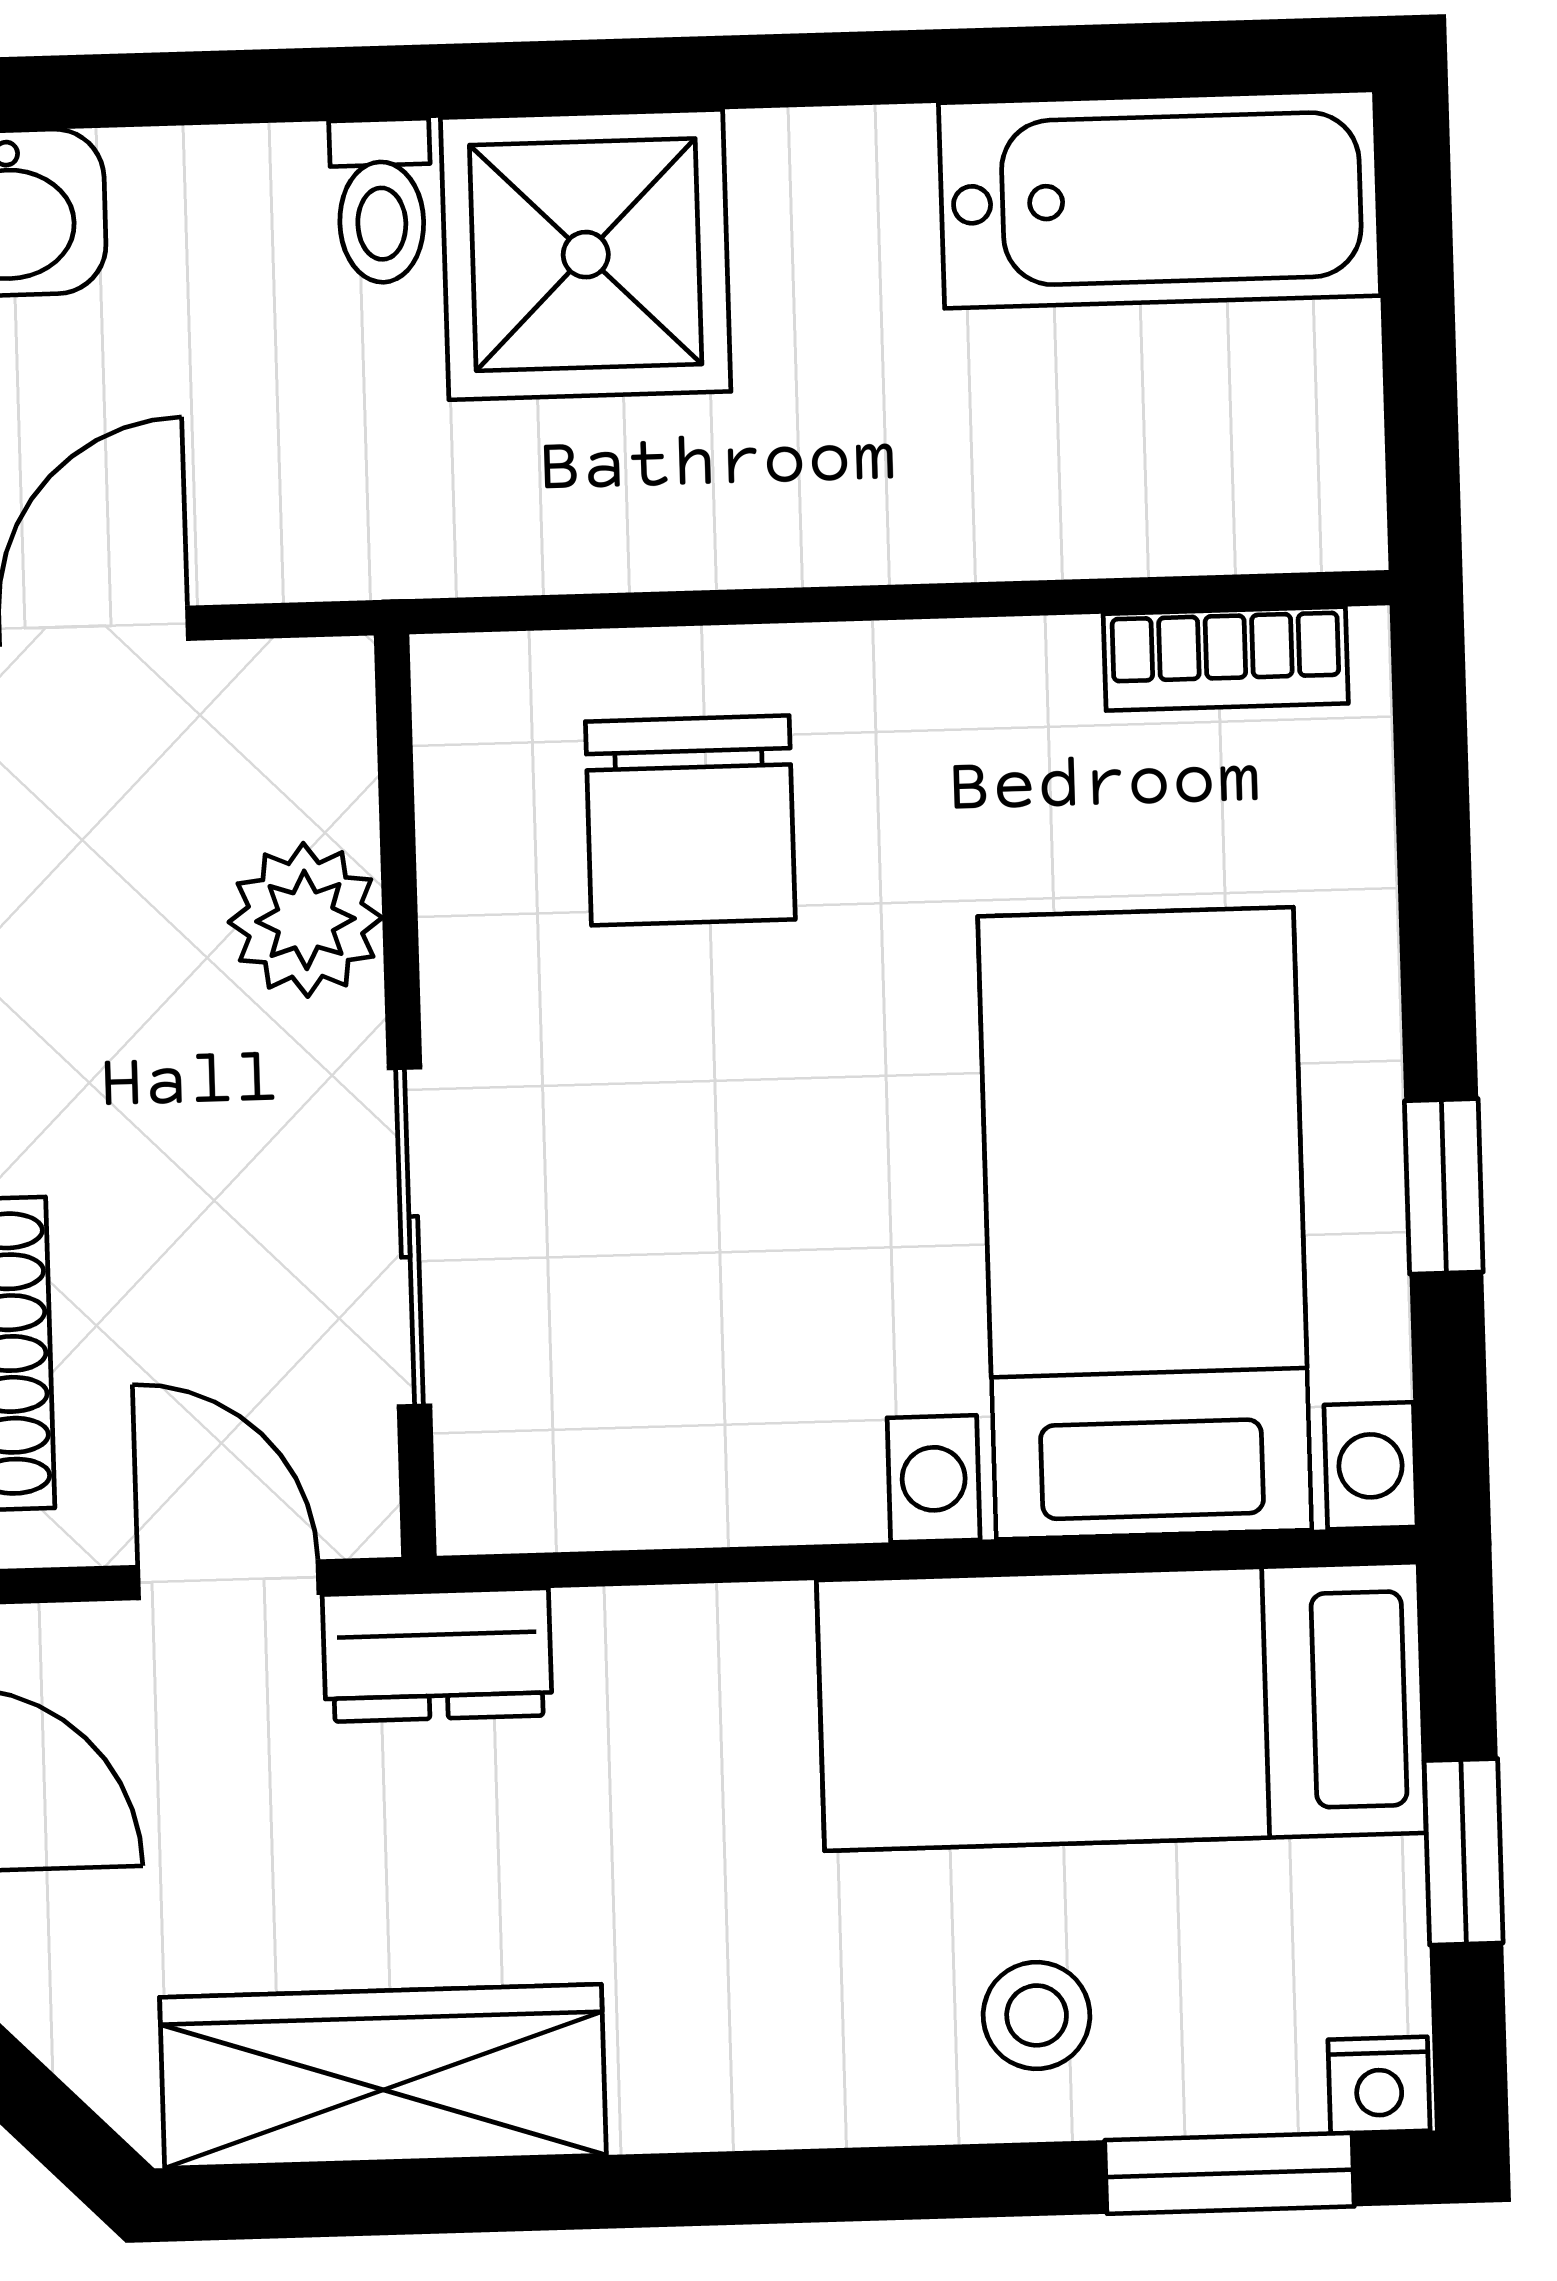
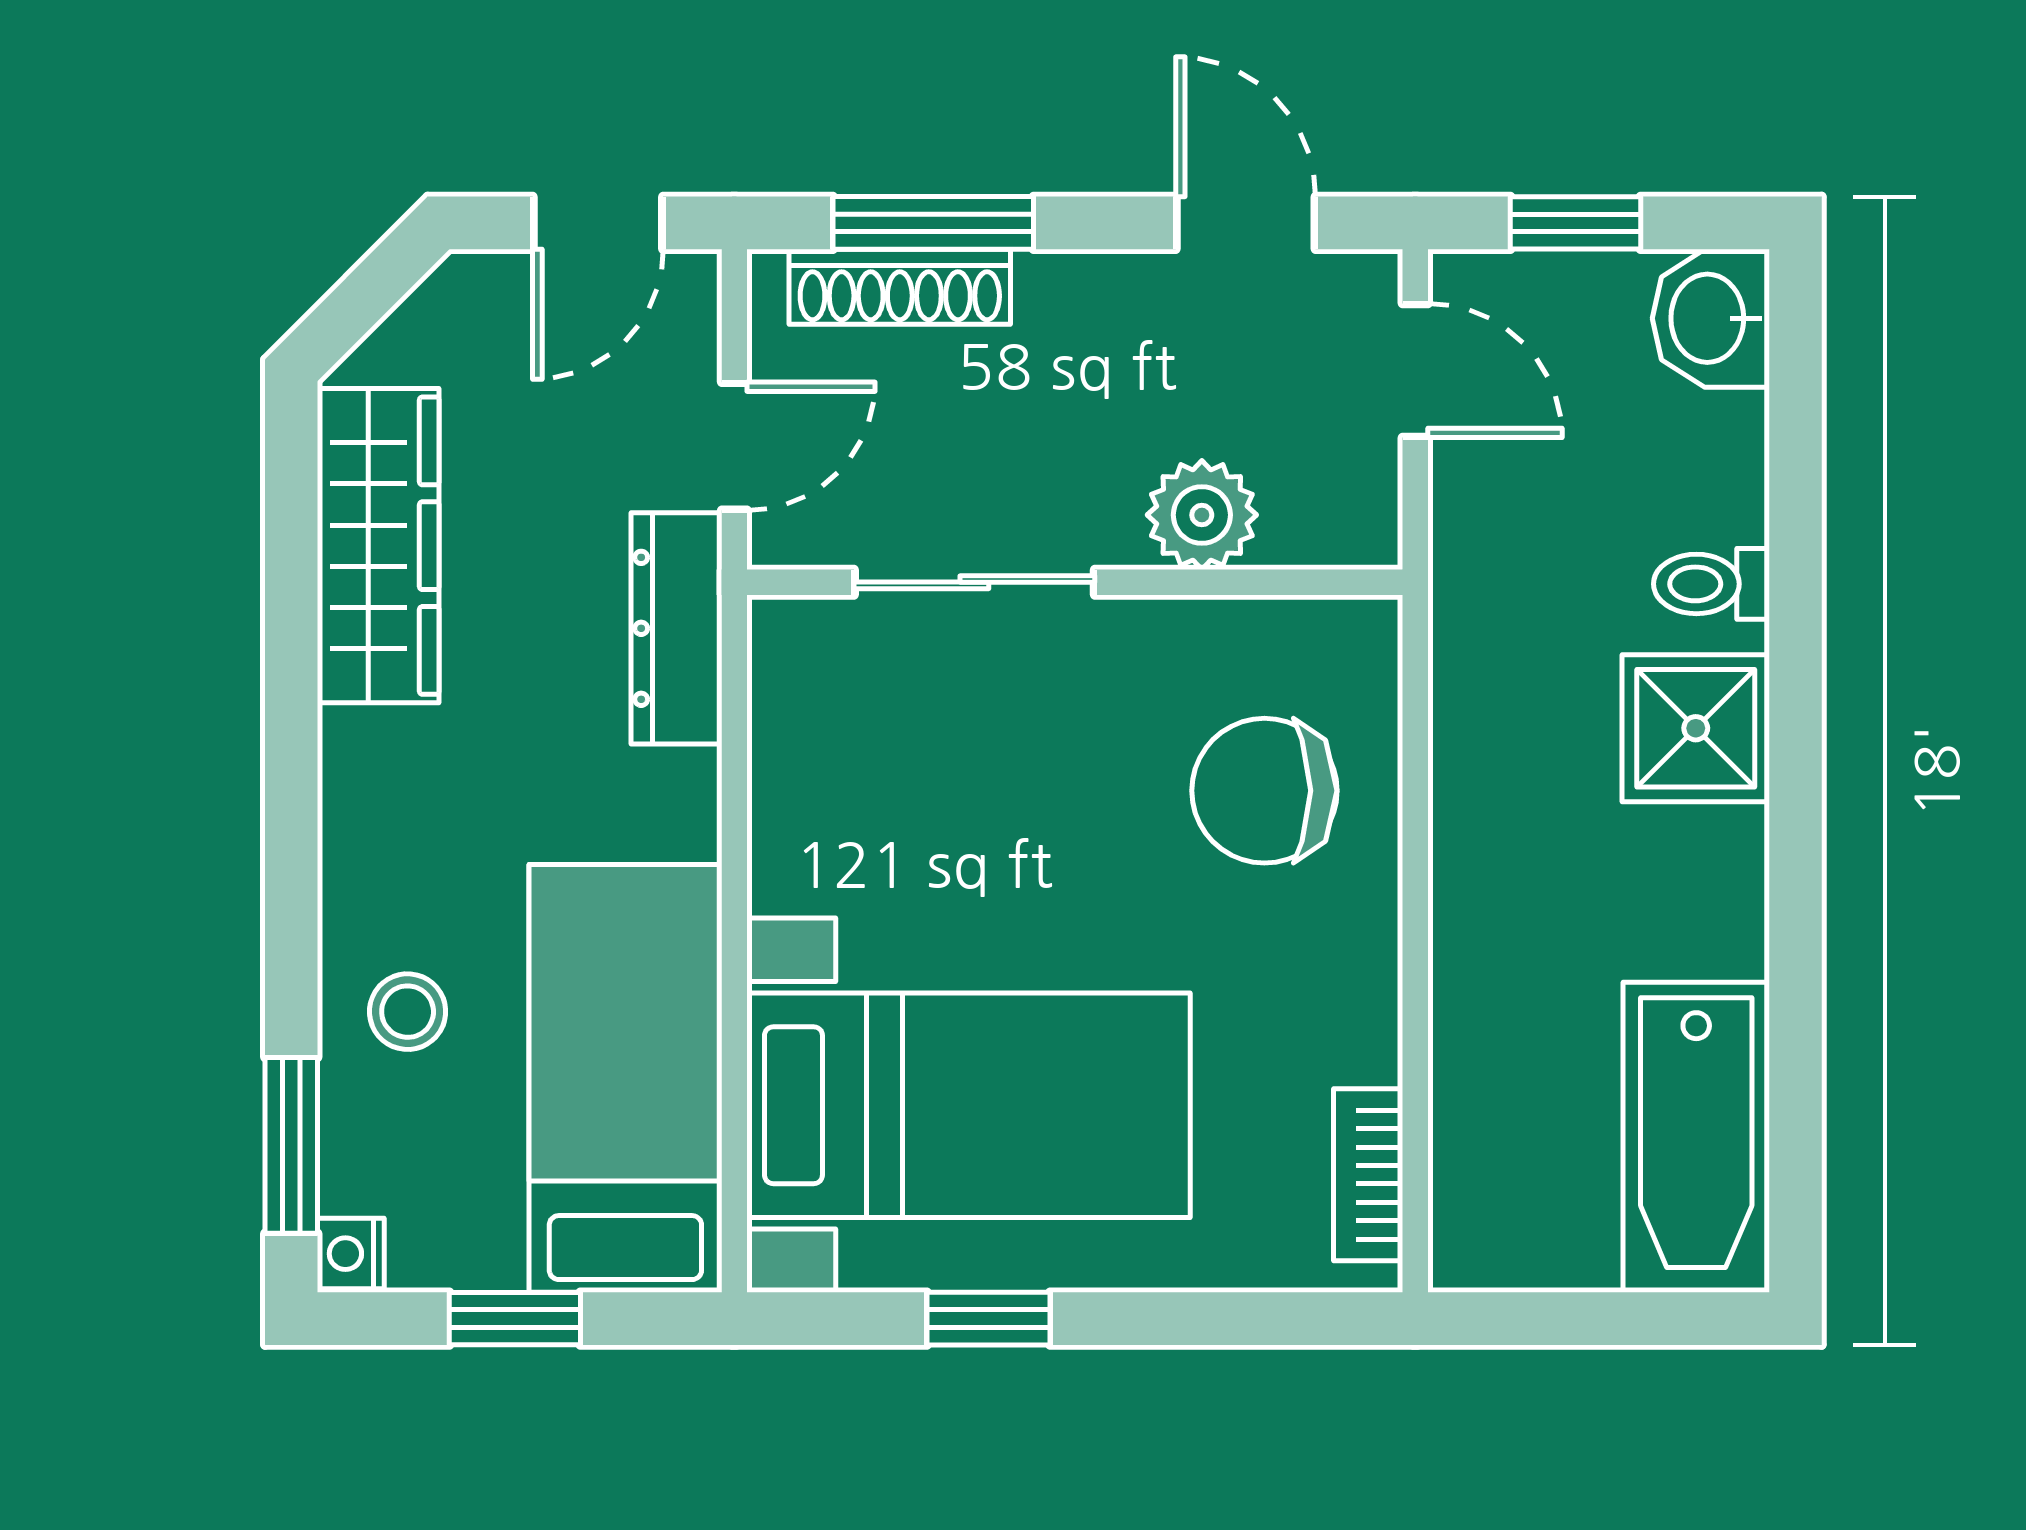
shower: (586, 255) -> (1696, 728), width x0.73, depth x0.73
dresser: (437, 1655) -> (676, 628), width x1.44

